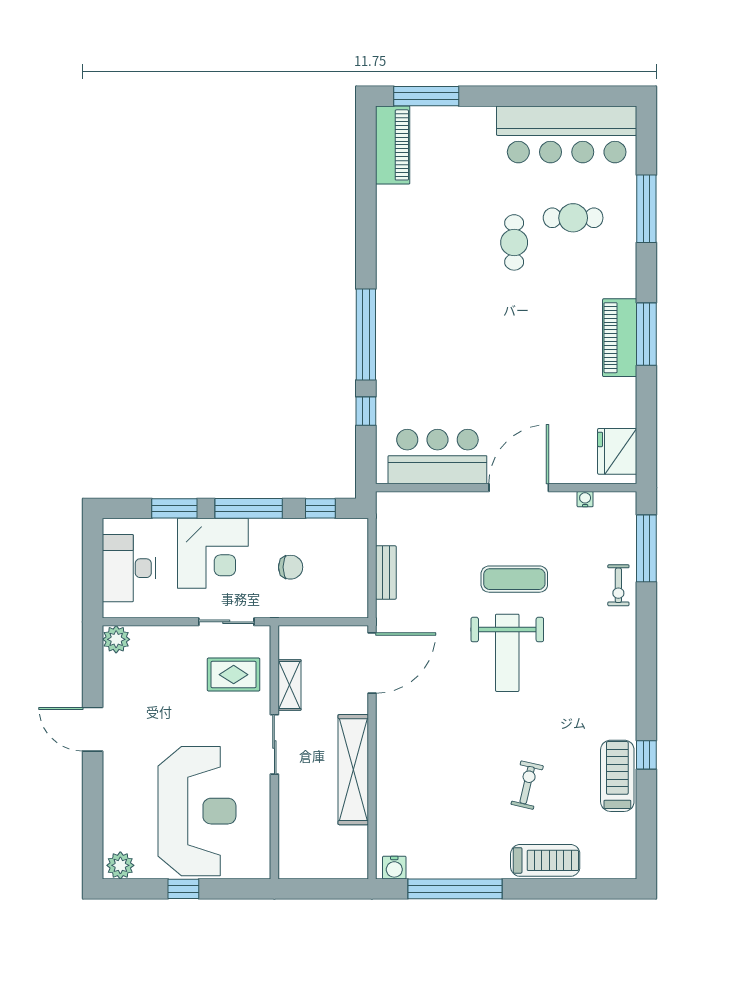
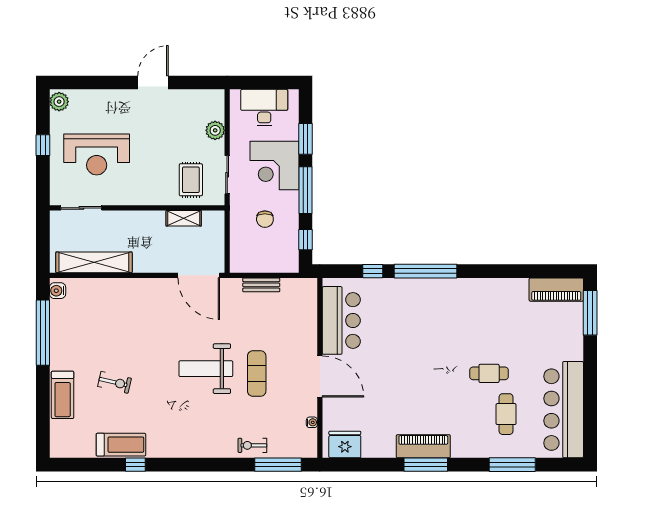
plant: (116, 639) -> (215, 130), moved
sliding door: (274, 744) -> (81, 208), moved
shelving: (353, 770) -> (94, 262), moved
reception desk: (197, 811) -> (97, 154), width x0.74, depth x0.77

